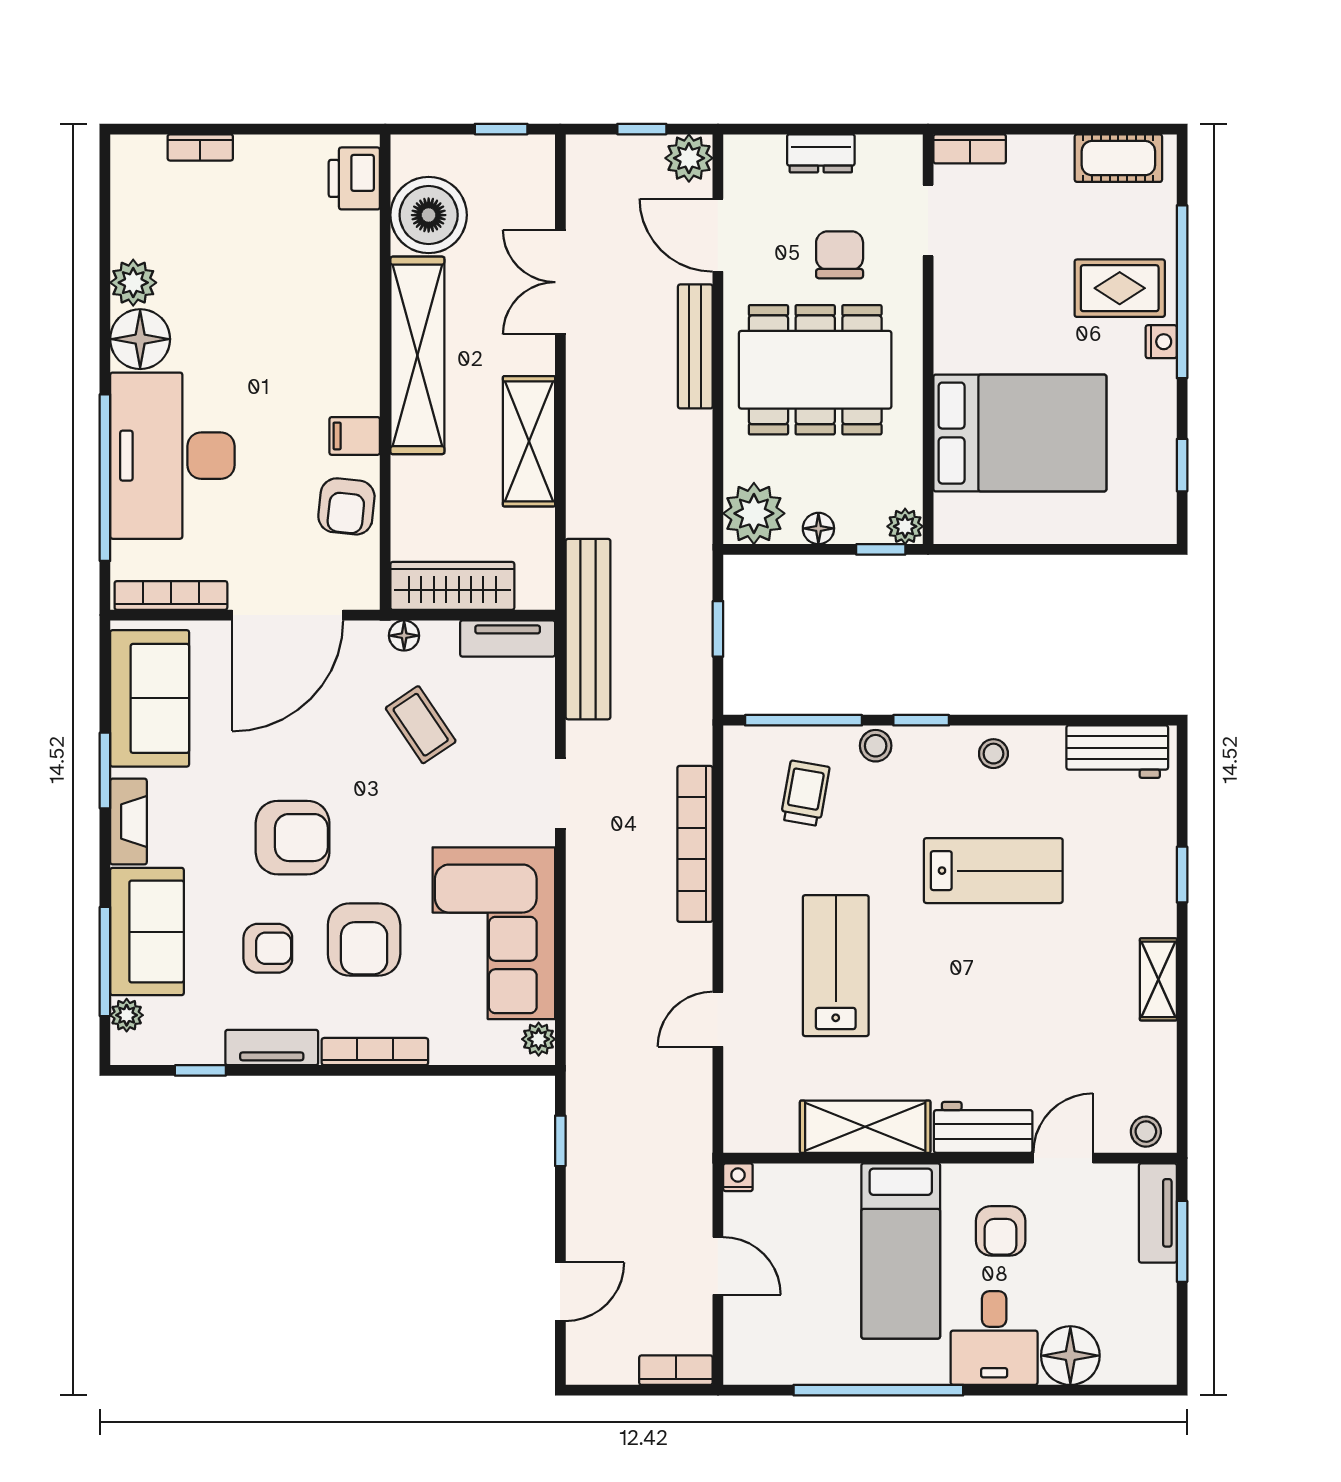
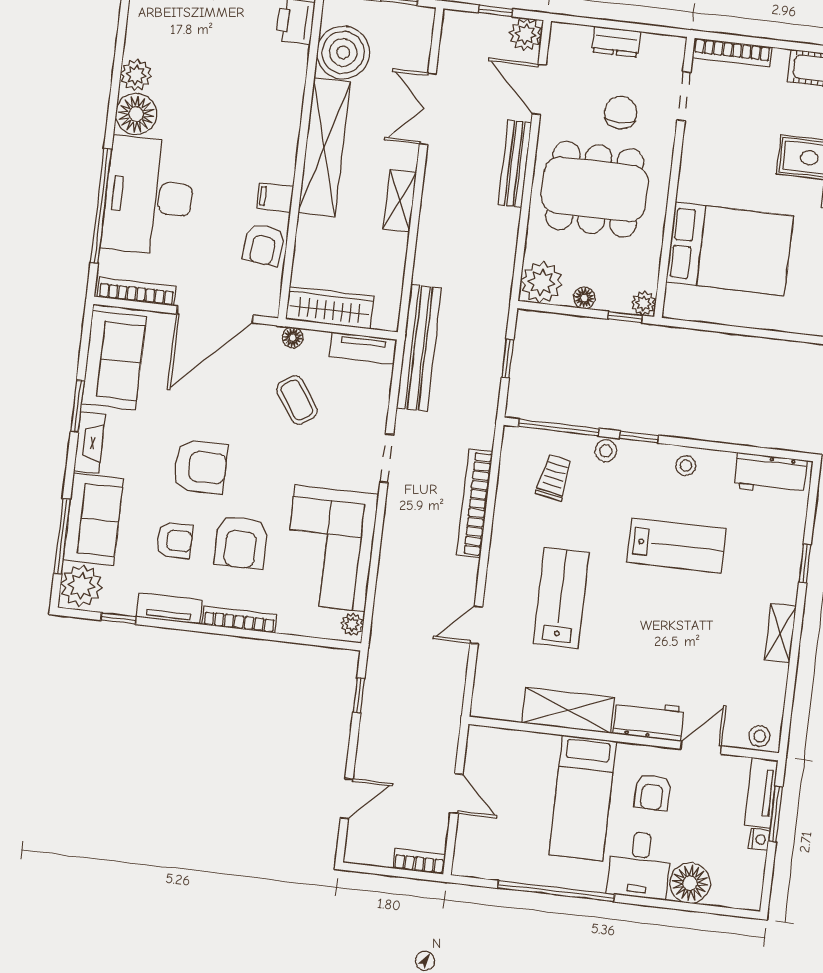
bookcase: (970, 149) -> (732, 52), width x1.56
shelving: (529, 441) -> (400, 201), width x0.67, depth x0.75
plant: (127, 1015) -> (81, 586), width x1.87, depth x1.87
nightstand: (738, 1177) -> (759, 839), moved, turned 90

